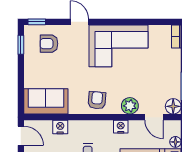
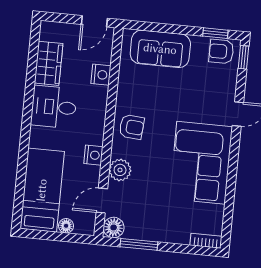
armchair: (49, 44) -> (221, 51), moved, turned -90
sofa: (46, 101) -> (160, 49), moved, turned 90

